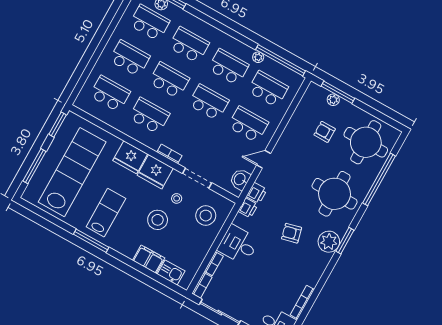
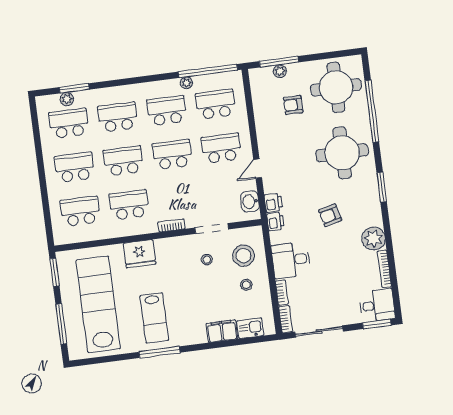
fridge: (155, 172) -> (171, 250), removed
lab bench: (106, 213) -> (154, 318), turned 180
stool: (158, 220) -> (246, 285), moved, width x0.53, depth x0.53
plant: (329, 242) -> (374, 239), moved

